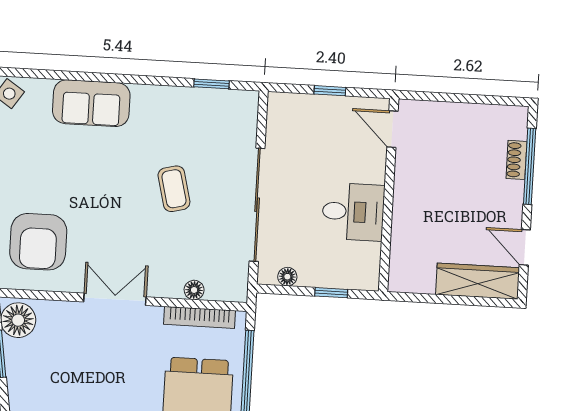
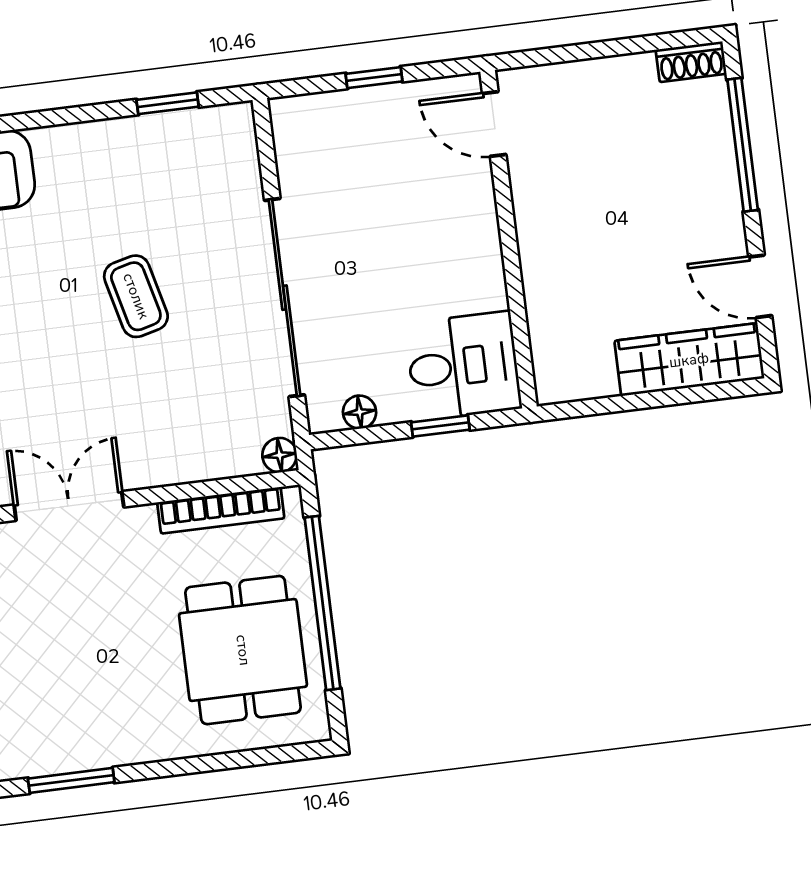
shoe rack: (516, 160) -> (691, 62), moved, turned -90
desk: (353, 212) -> (463, 366), moved
floor lamp: (194, 290) -> (280, 455), moved

